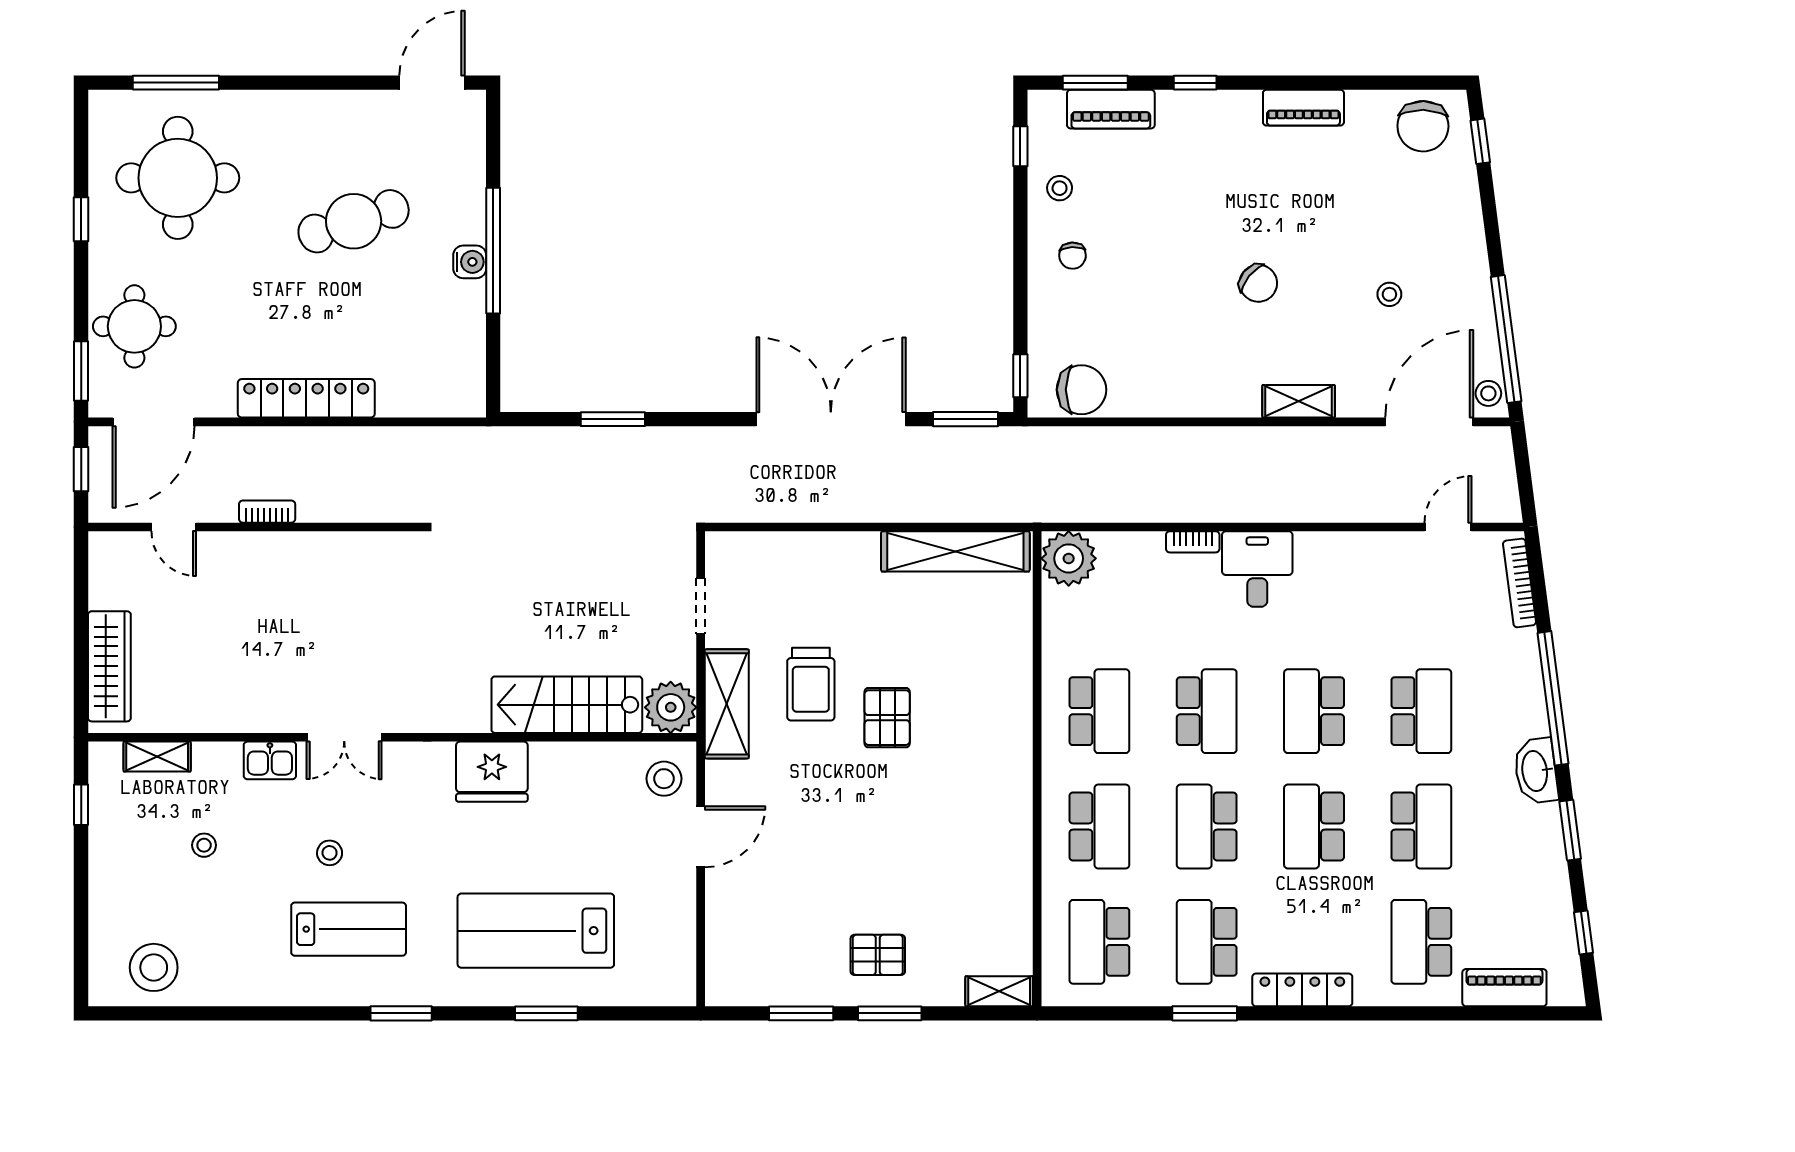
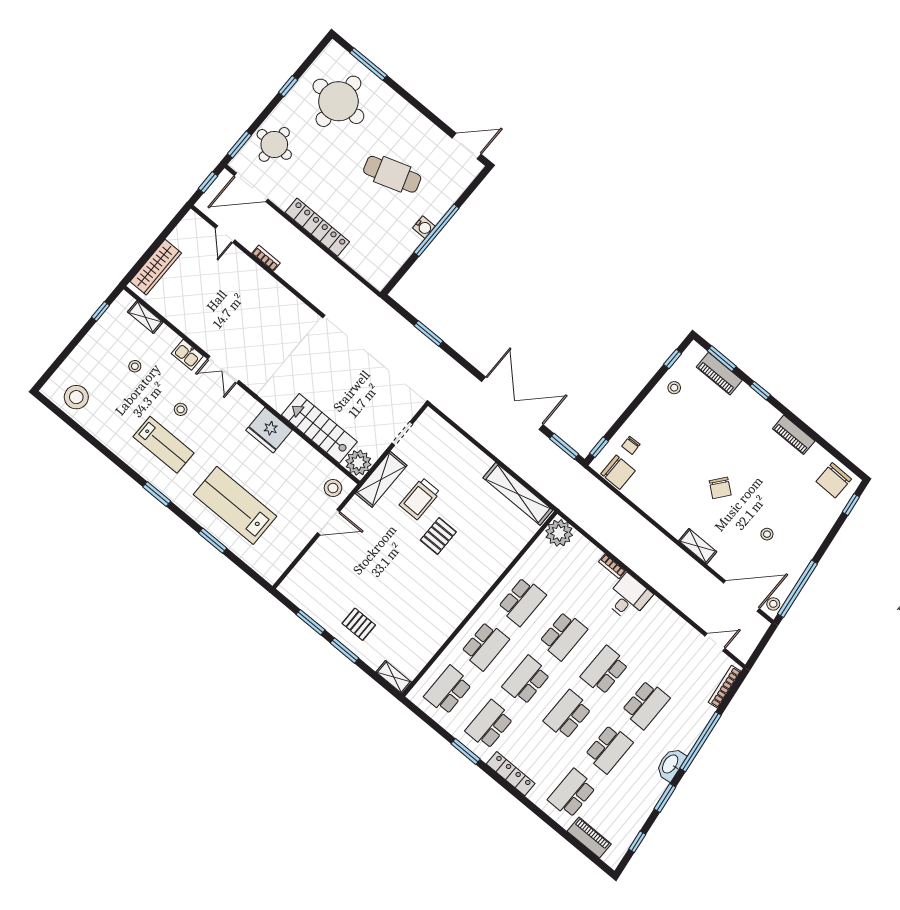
chair: (1073, 256) -> (631, 445), moved

